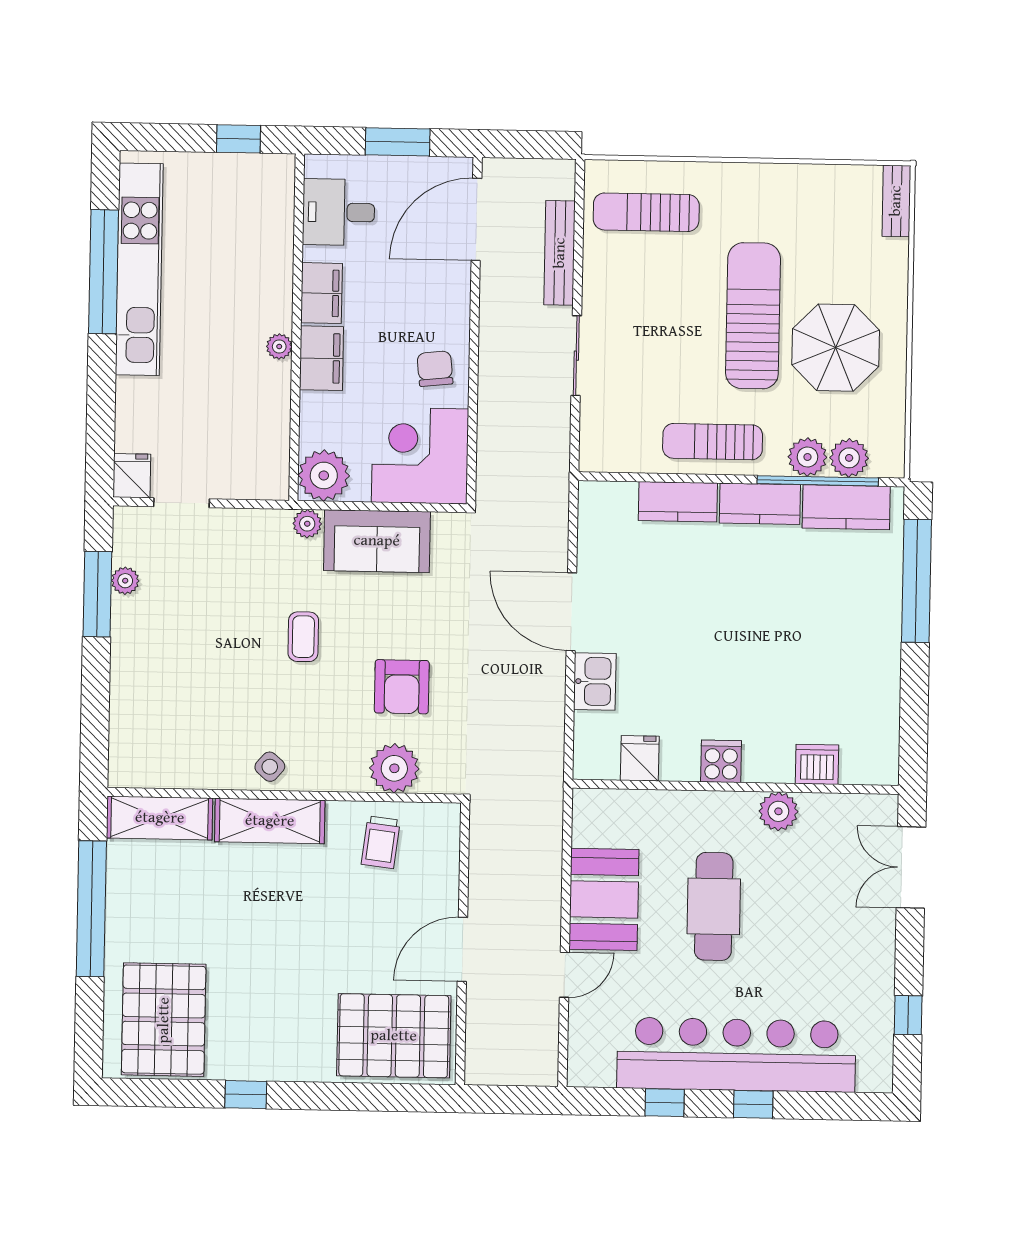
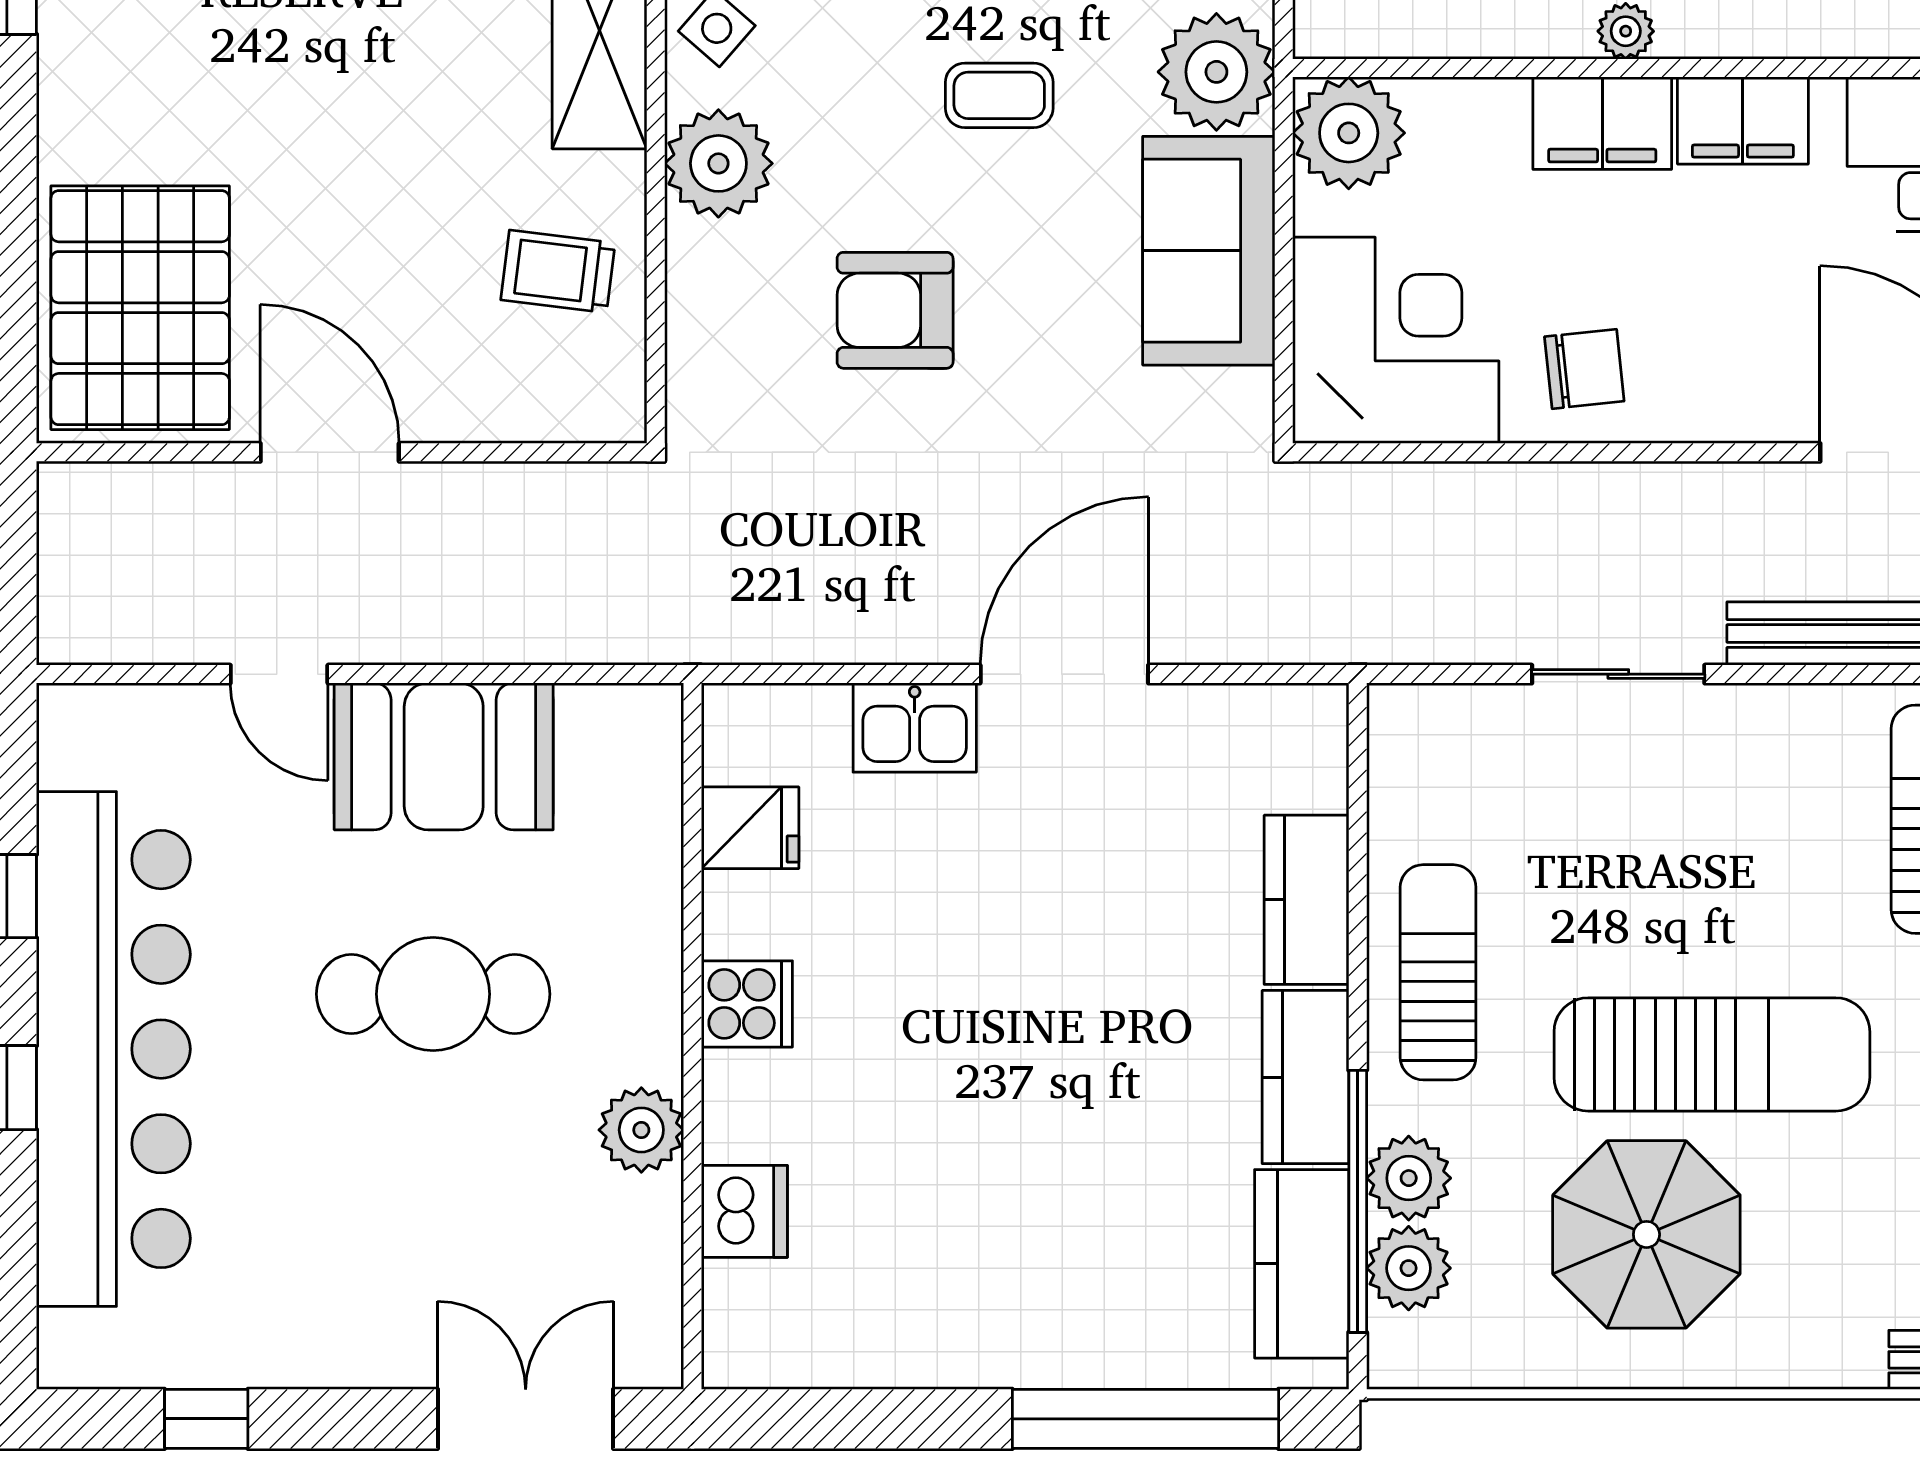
plant: (307, 524) -> (1216, 72), width x1.88, depth x1.88
plant: (394, 768) -> (718, 163), moved

